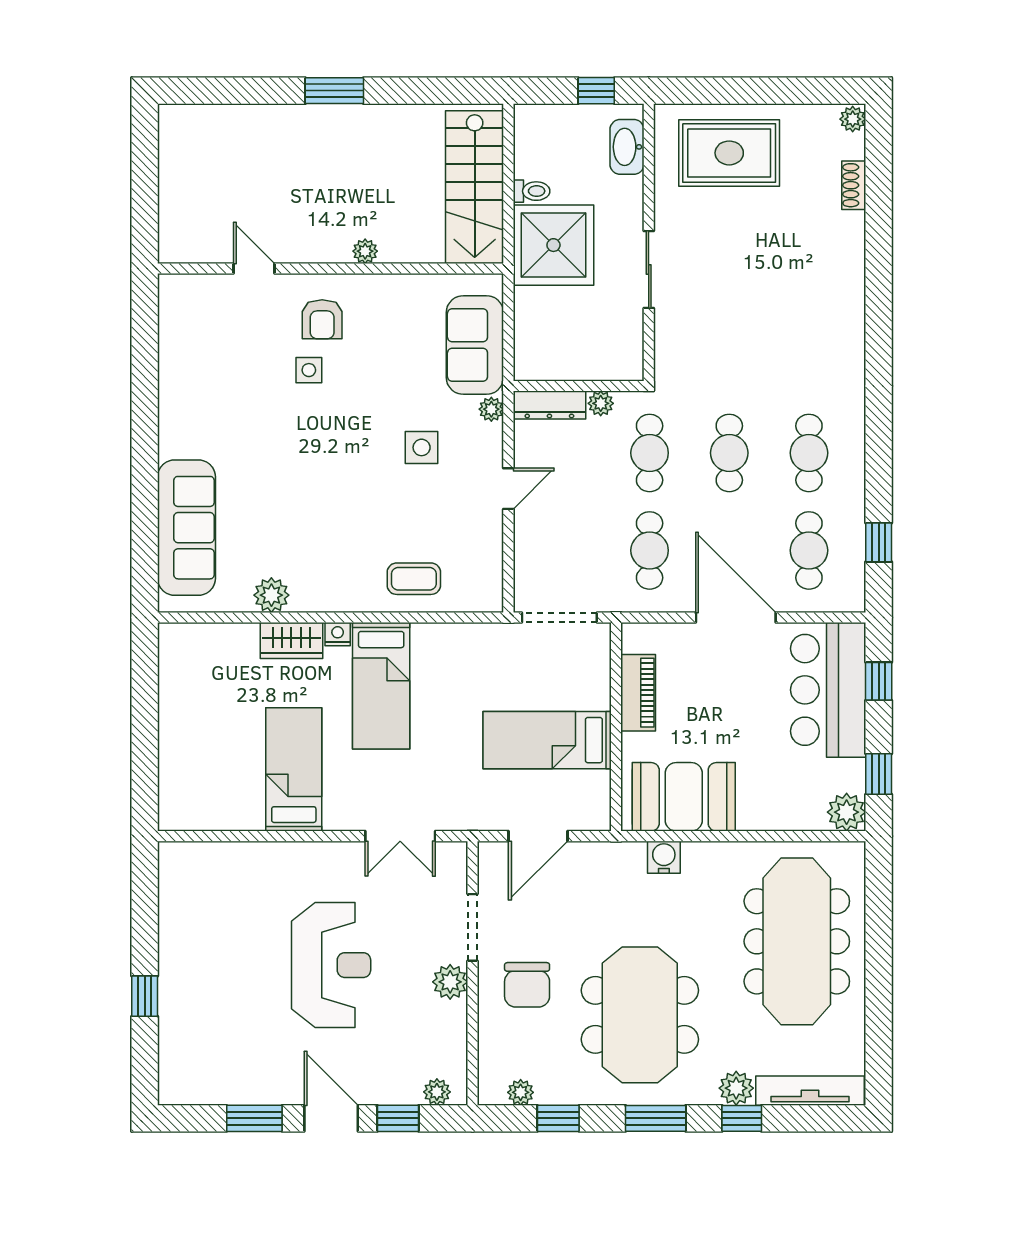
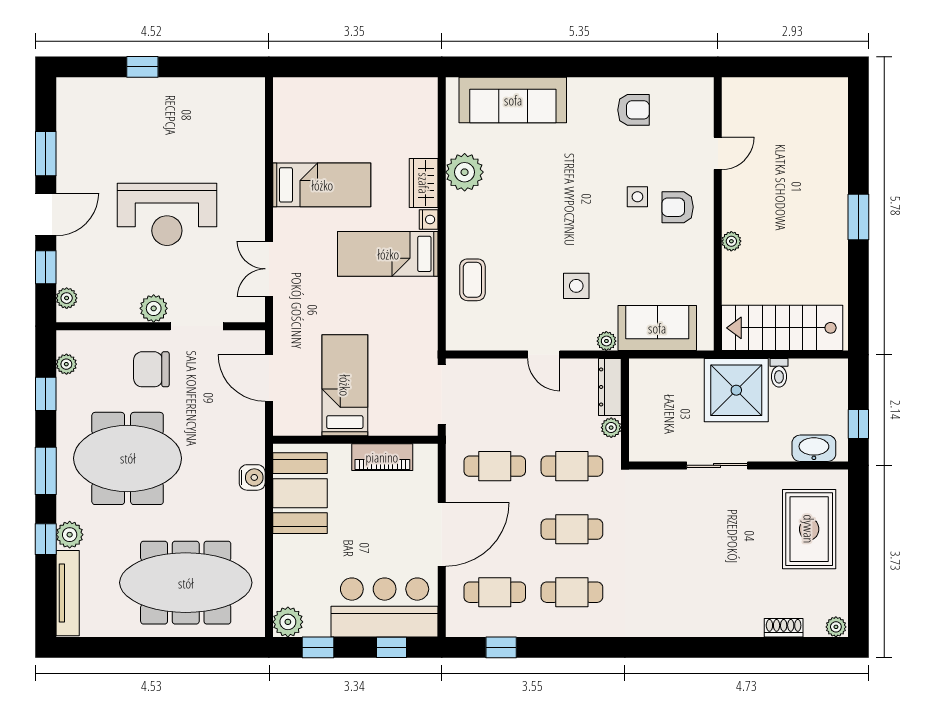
armchair: (199, 375) -> (634, 110), added
plant: (271, 595) -> (465, 172), width x1.36, depth x1.36

